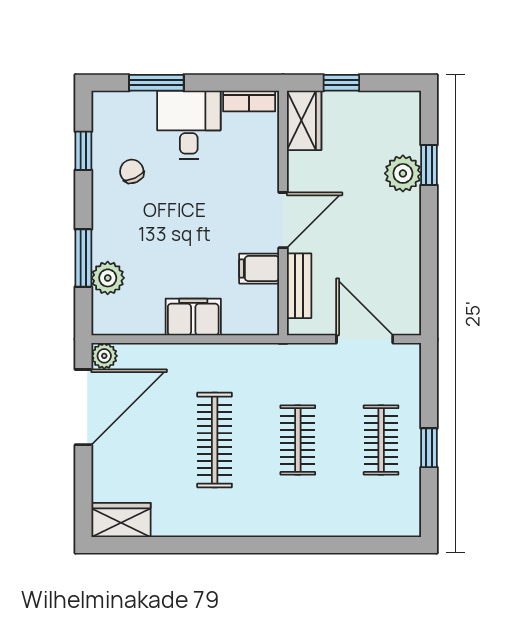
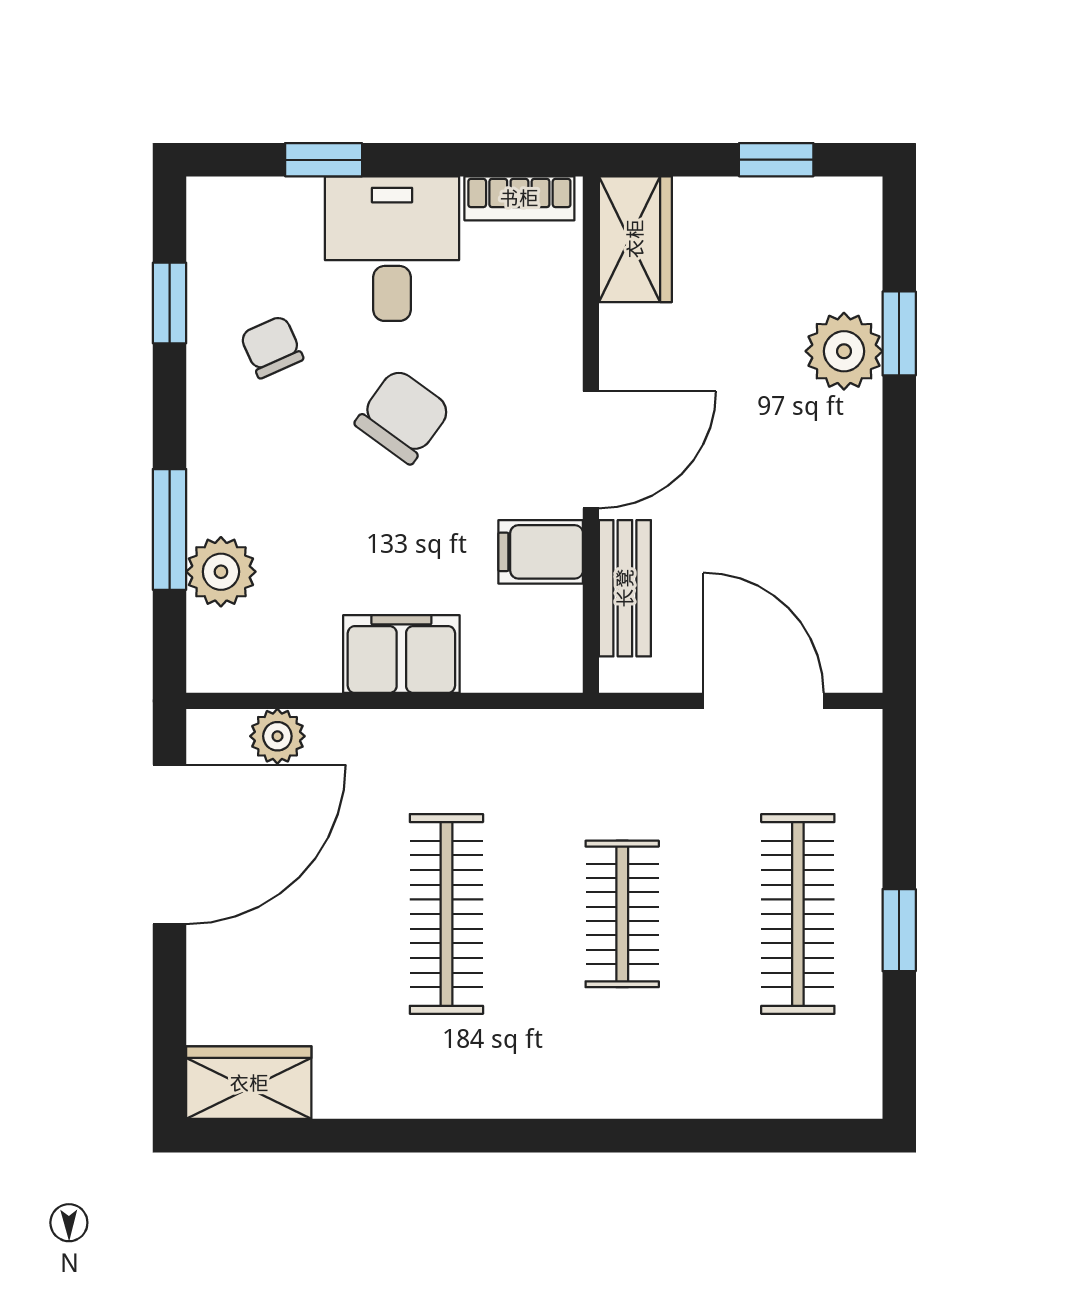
window: (156, 83) -> (324, 160), width x0.67
window: (341, 83) -> (776, 160), moved
chair: (194, 204) -> (403, 416), added
plant: (104, 356) -> (277, 736), moved
clothes rail: (381, 440) -> (798, 914), width x1.36

